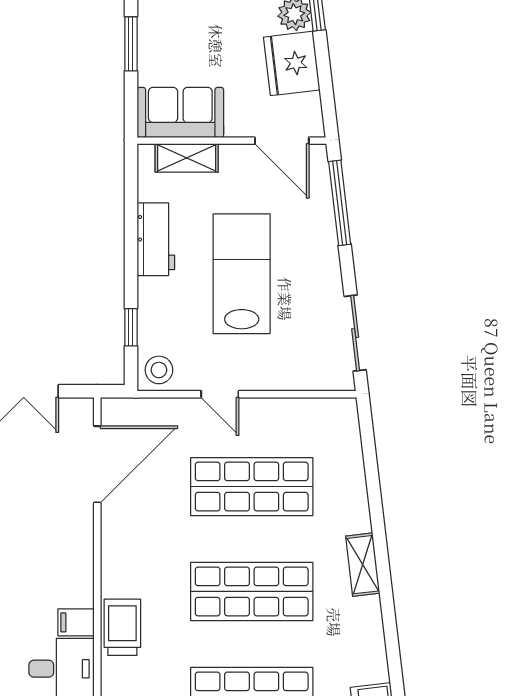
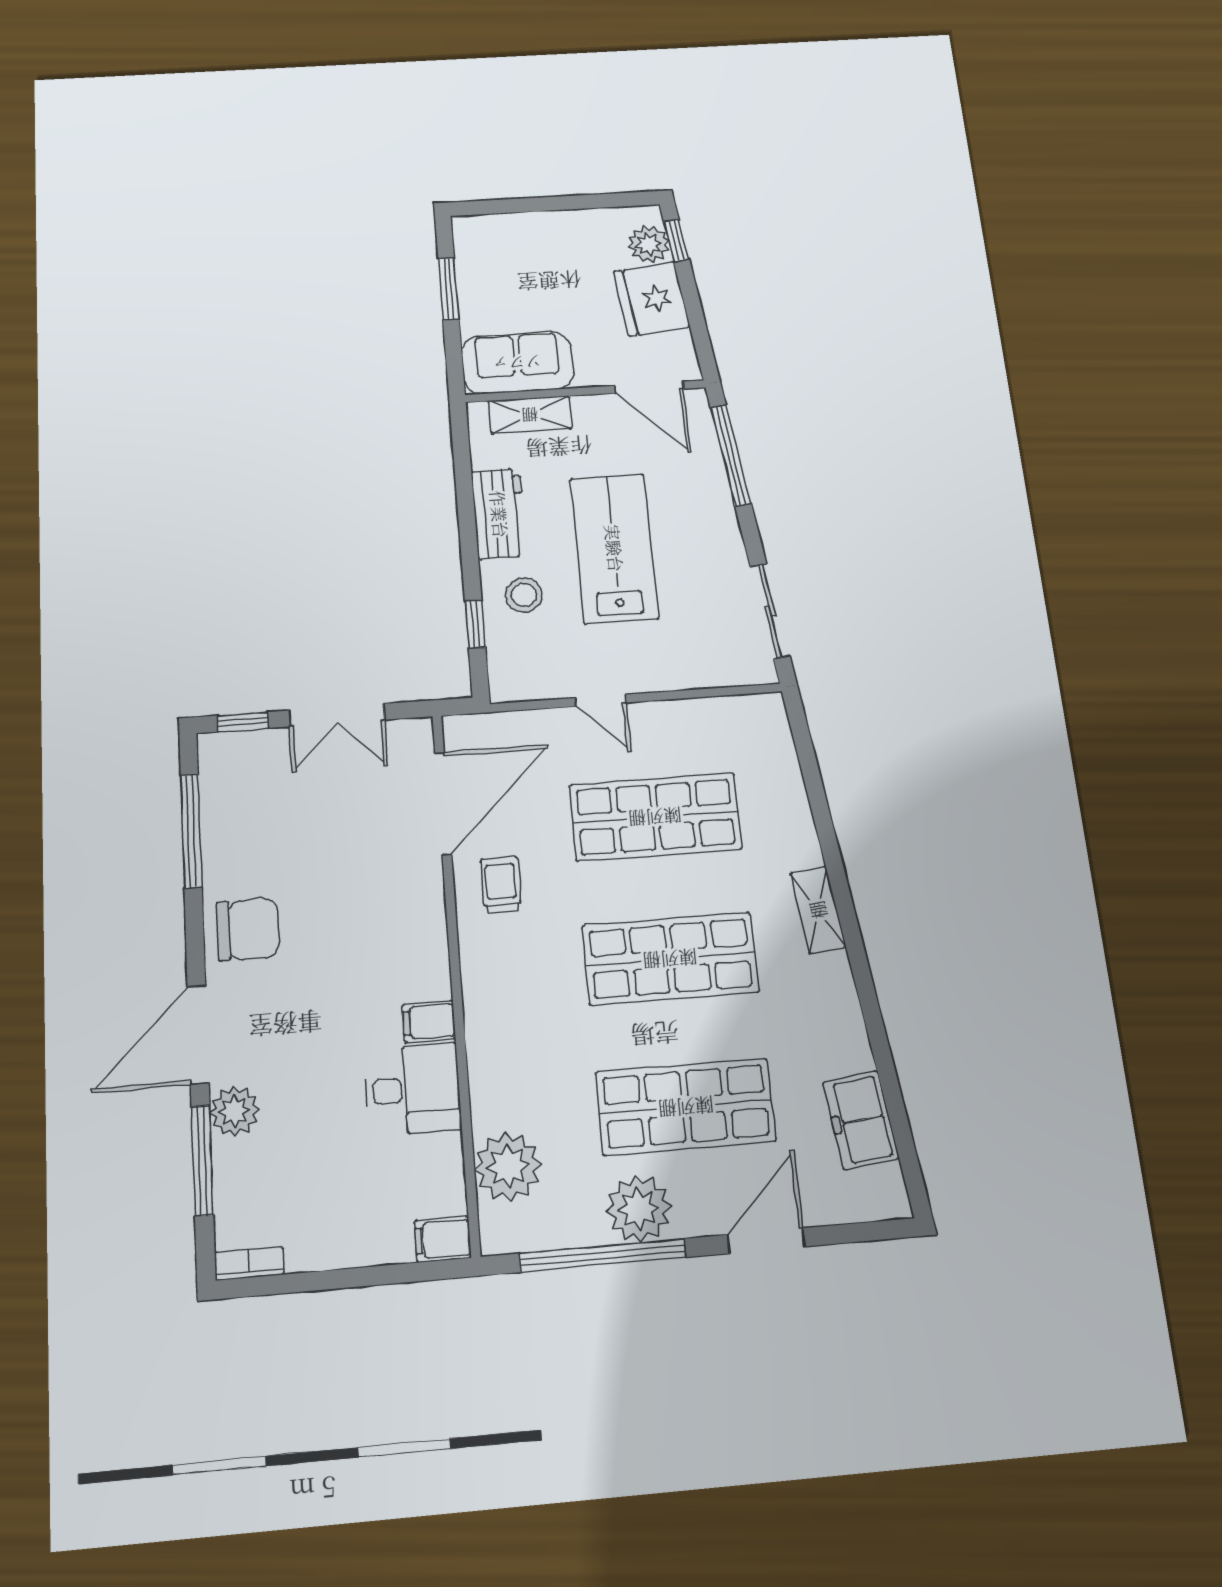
stool: (159, 370) -> (524, 595), moved
trolley: (122, 627) -> (501, 885), moved, width x0.73, depth x0.72

